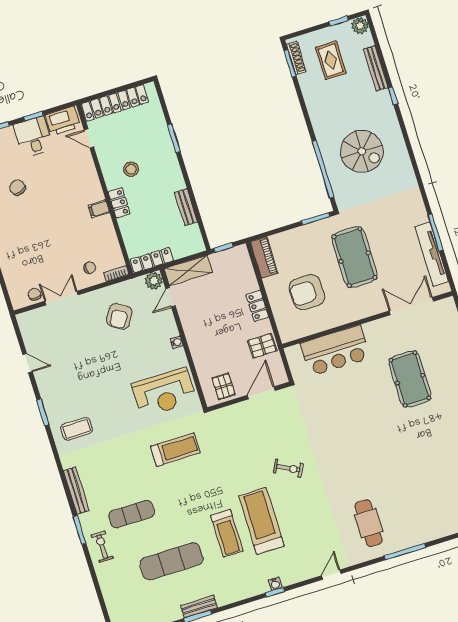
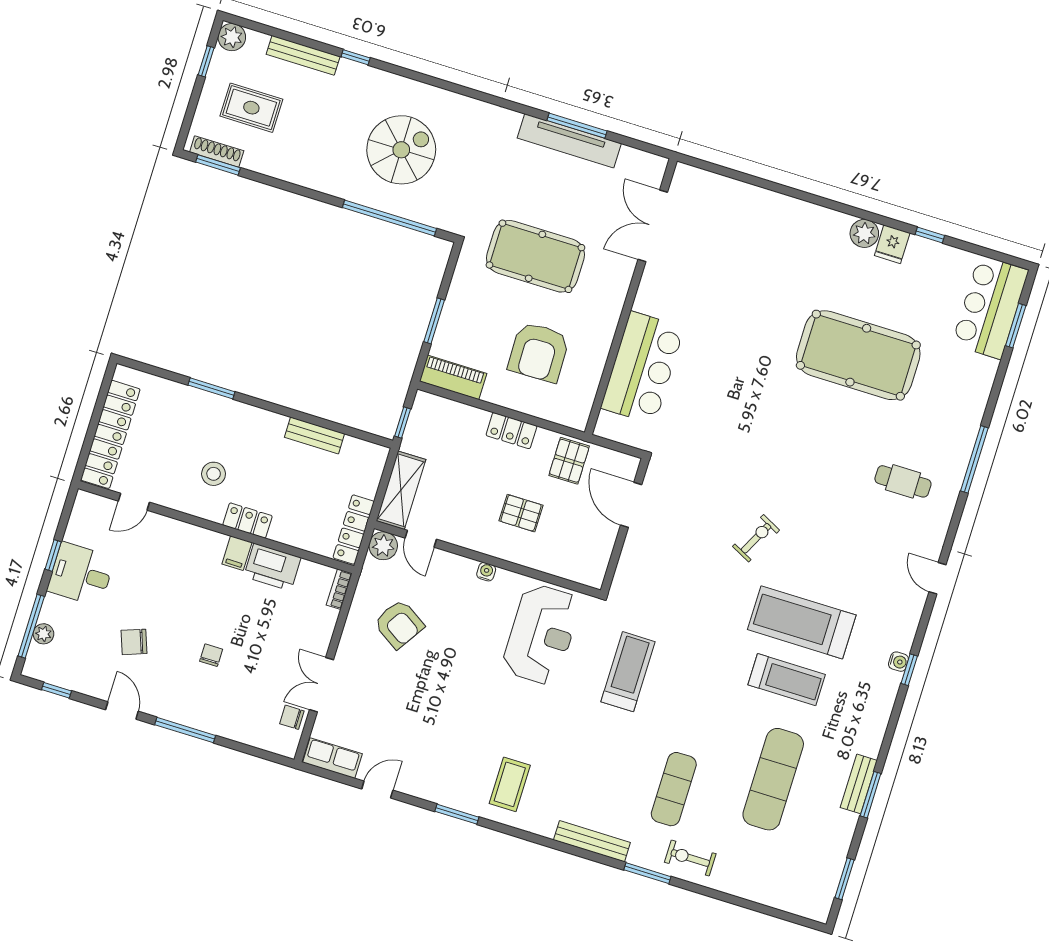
printer: (63, 121) -> (272, 567), moved, turned 90
window: (316, 219) -> (434, 321), moved
tv unit: (432, 254) -> (569, 141), moved
chair: (90, 268) -> (211, 655), moved
row of seats: (28, 329) -> (332, 758), added
pool table: (410, 379) -> (858, 355), moved, width x1.36, depth x1.32
pallet: (224, 386) -> (521, 513), moved
cafe table: (369, 523) -> (903, 481), width x0.73, depth x0.74

